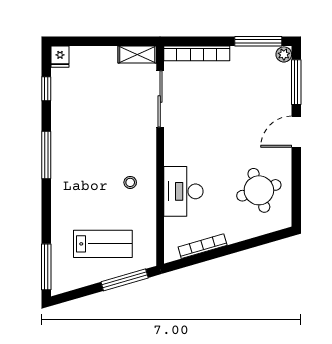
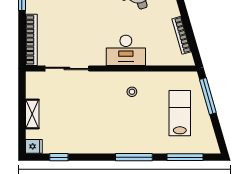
shelving: (137, 54) -> (32, 114), moved
window: (46, 155) -> (134, 157), moved
desk: (183, 191) -> (126, 50), moved
window: (46, 267) -> (185, 157), moved

